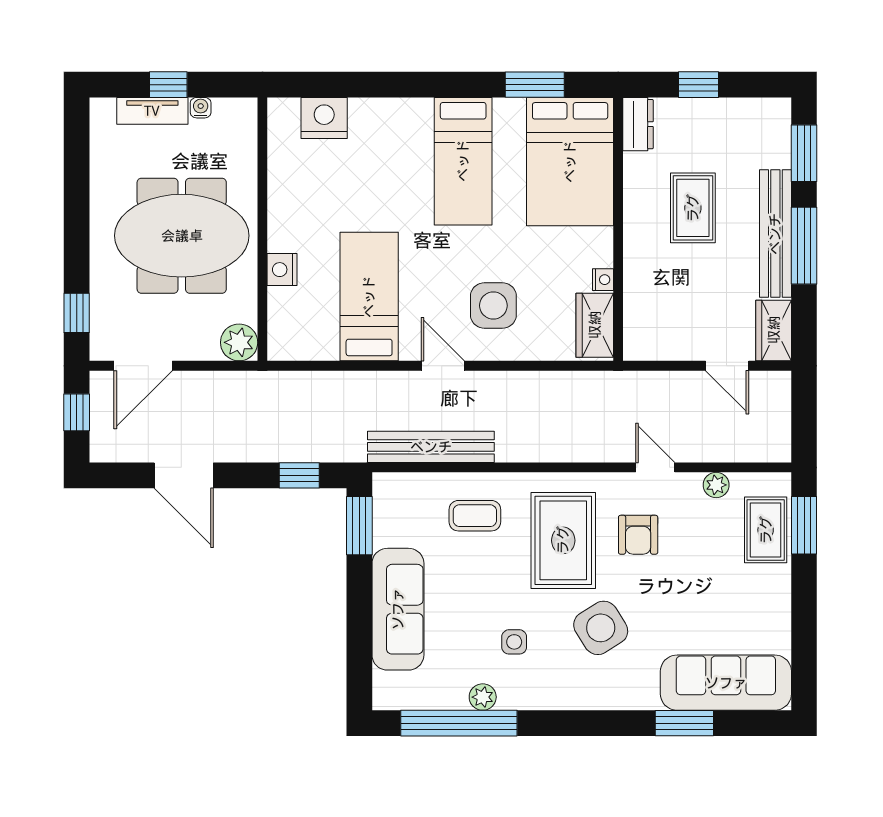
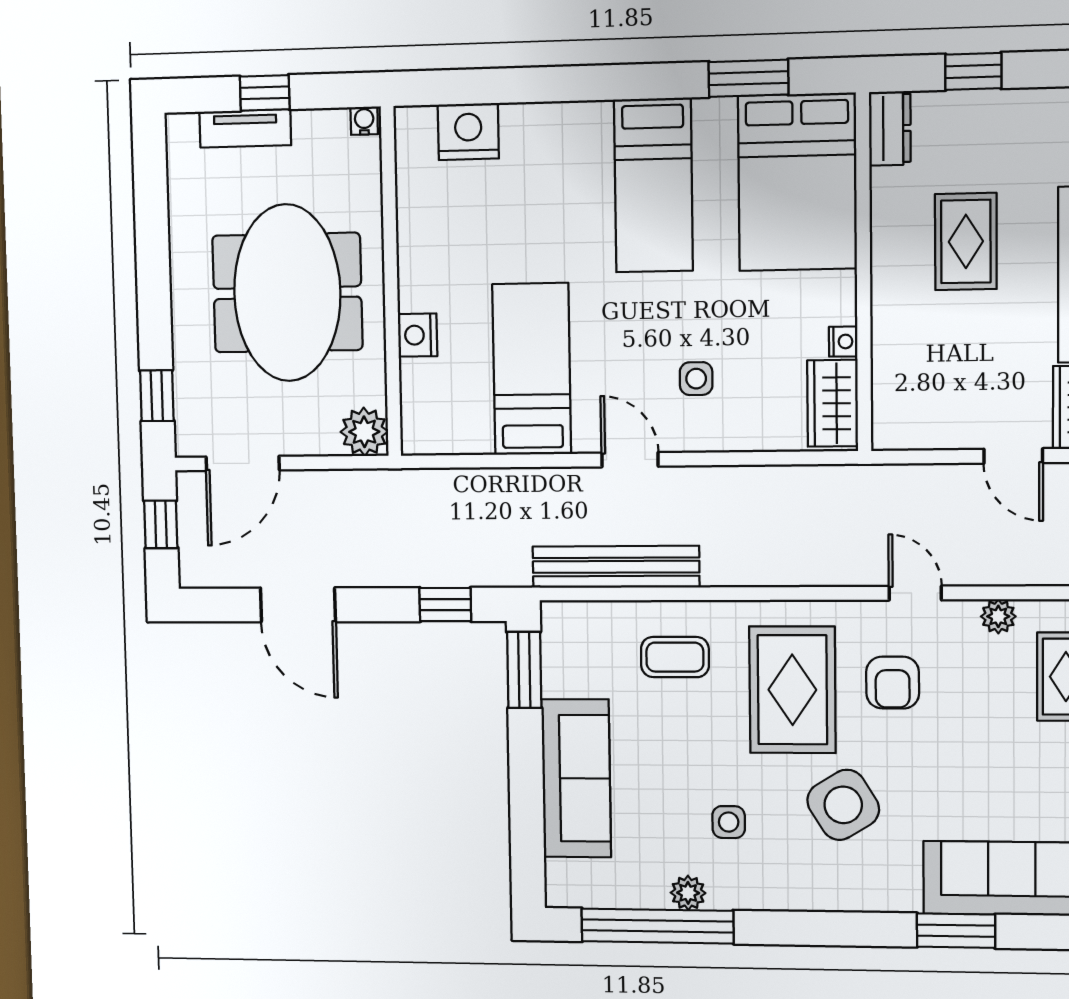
water cooler: (201, 108) -> (364, 121), moved
meeting table: (182, 236) -> (287, 293), turned 90
side table: (493, 306) -> (696, 379), width x0.54, depth x0.54

